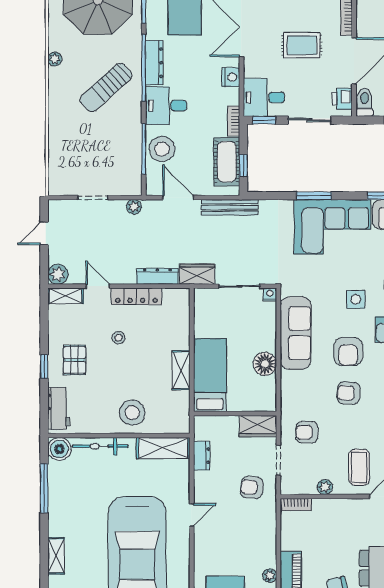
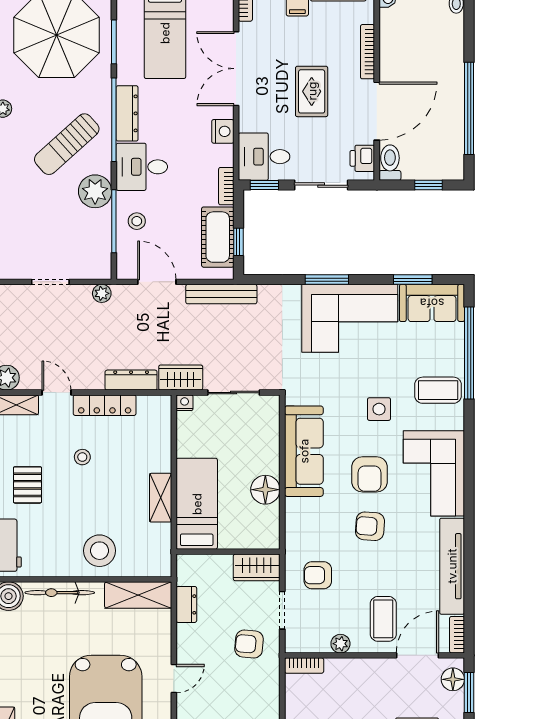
rug: (302, 45) -> (312, 91), turned 90
plant: (129, 125) -> (95, 191), added
stool: (162, 149) -> (137, 221), width x0.53, depth x0.53
nightstand: (270, 294) -> (185, 403), moved

